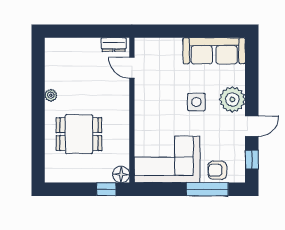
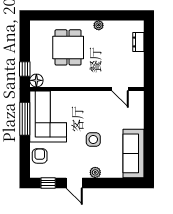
dresser: (114, 45) -> (138, 42), moved
door: (132, 68) -> (120, 89), swing flipped
plant: (232, 99) -> (95, 172), width x0.53, depth x0.53
window: (207, 189) -> (25, 119), moved

